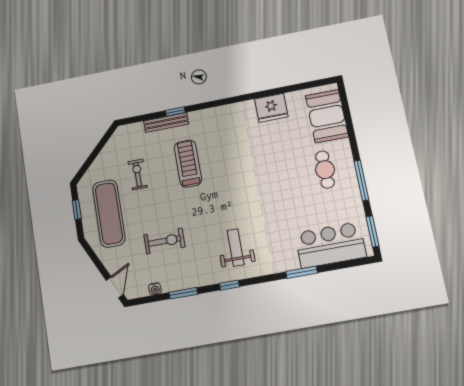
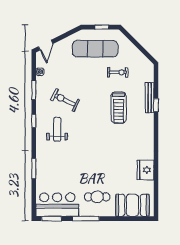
treadmill: (188, 164) -> (119, 108), turned 90
exercise bike: (164, 241) -> (65, 100), moved, turned 116
bar counter: (330, 245) -> (57, 205), moved, turned -90
weight bench: (236, 248) -> (57, 129), turned -90
door: (115, 287) -> (46, 45), hinge flipped

